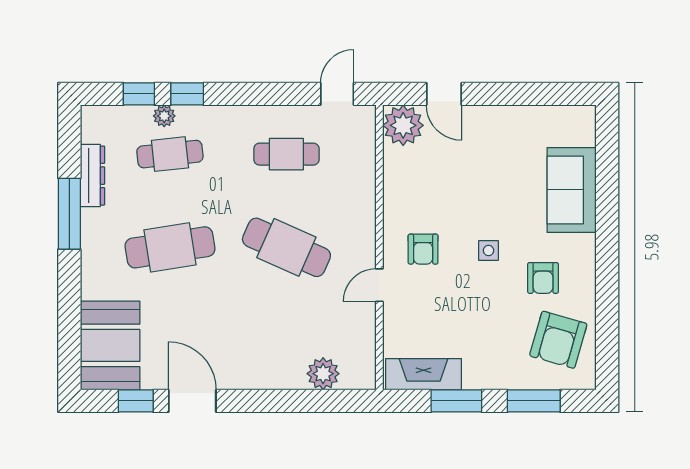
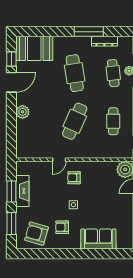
door: (379, 285) -> (59, 160), swing flipped
plant: (323, 374) -> (23, 112), moved
fireplace: (423, 374) -> (22, 191), moved

